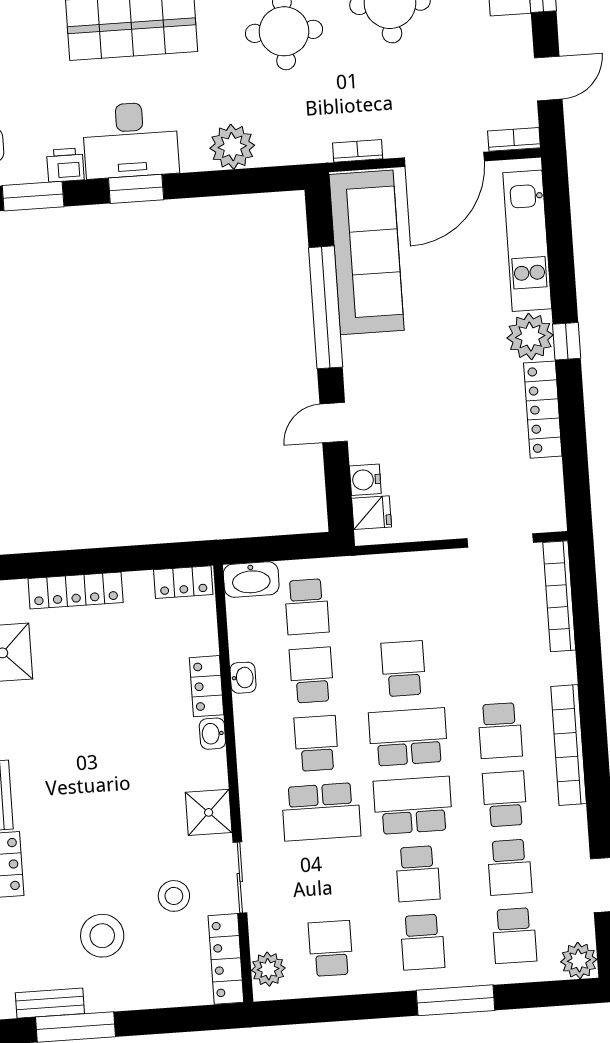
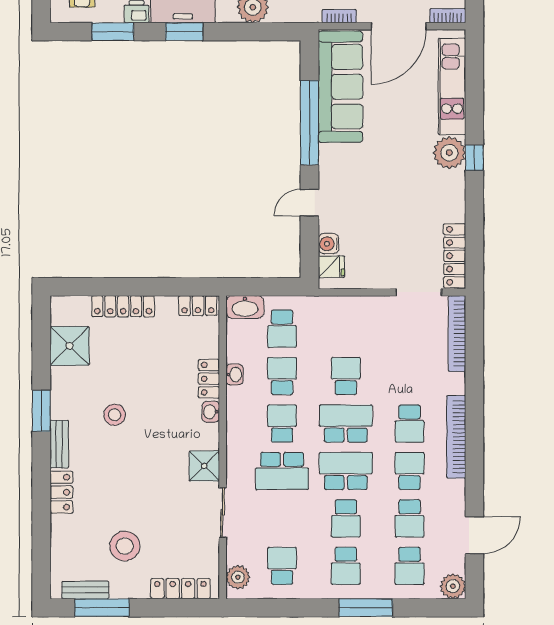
locker: (543, 410) -> (455, 256), moved
stool: (174, 896) -> (115, 415), moved
locker: (226, 959) -> (180, 589), moved, turned 90

